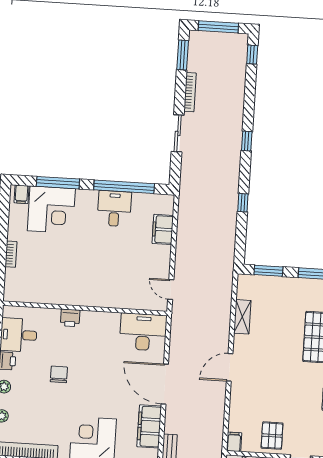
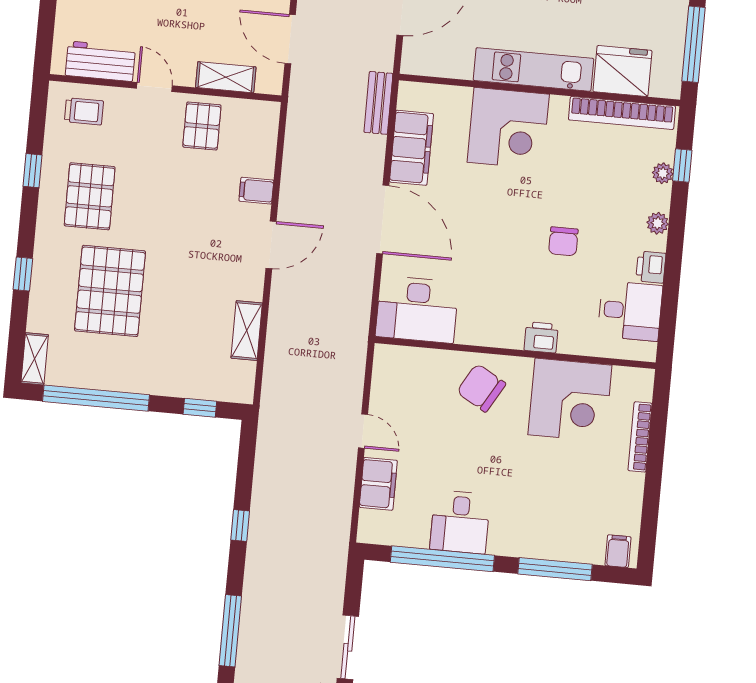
window: (247, 141) -> (230, 631), width x2.17
corner desk: (51, 210) -> (570, 400), moved, turned 180
bookcase: (11, 254) -> (640, 437), width x1.56
window: (268, 271) -> (200, 408), width x0.67
chair: (104, 287) -> (481, 388), added
door: (171, 290) -> (363, 431), moved
filing cabinet: (234, 442) -> (256, 191), moved, turned 90

